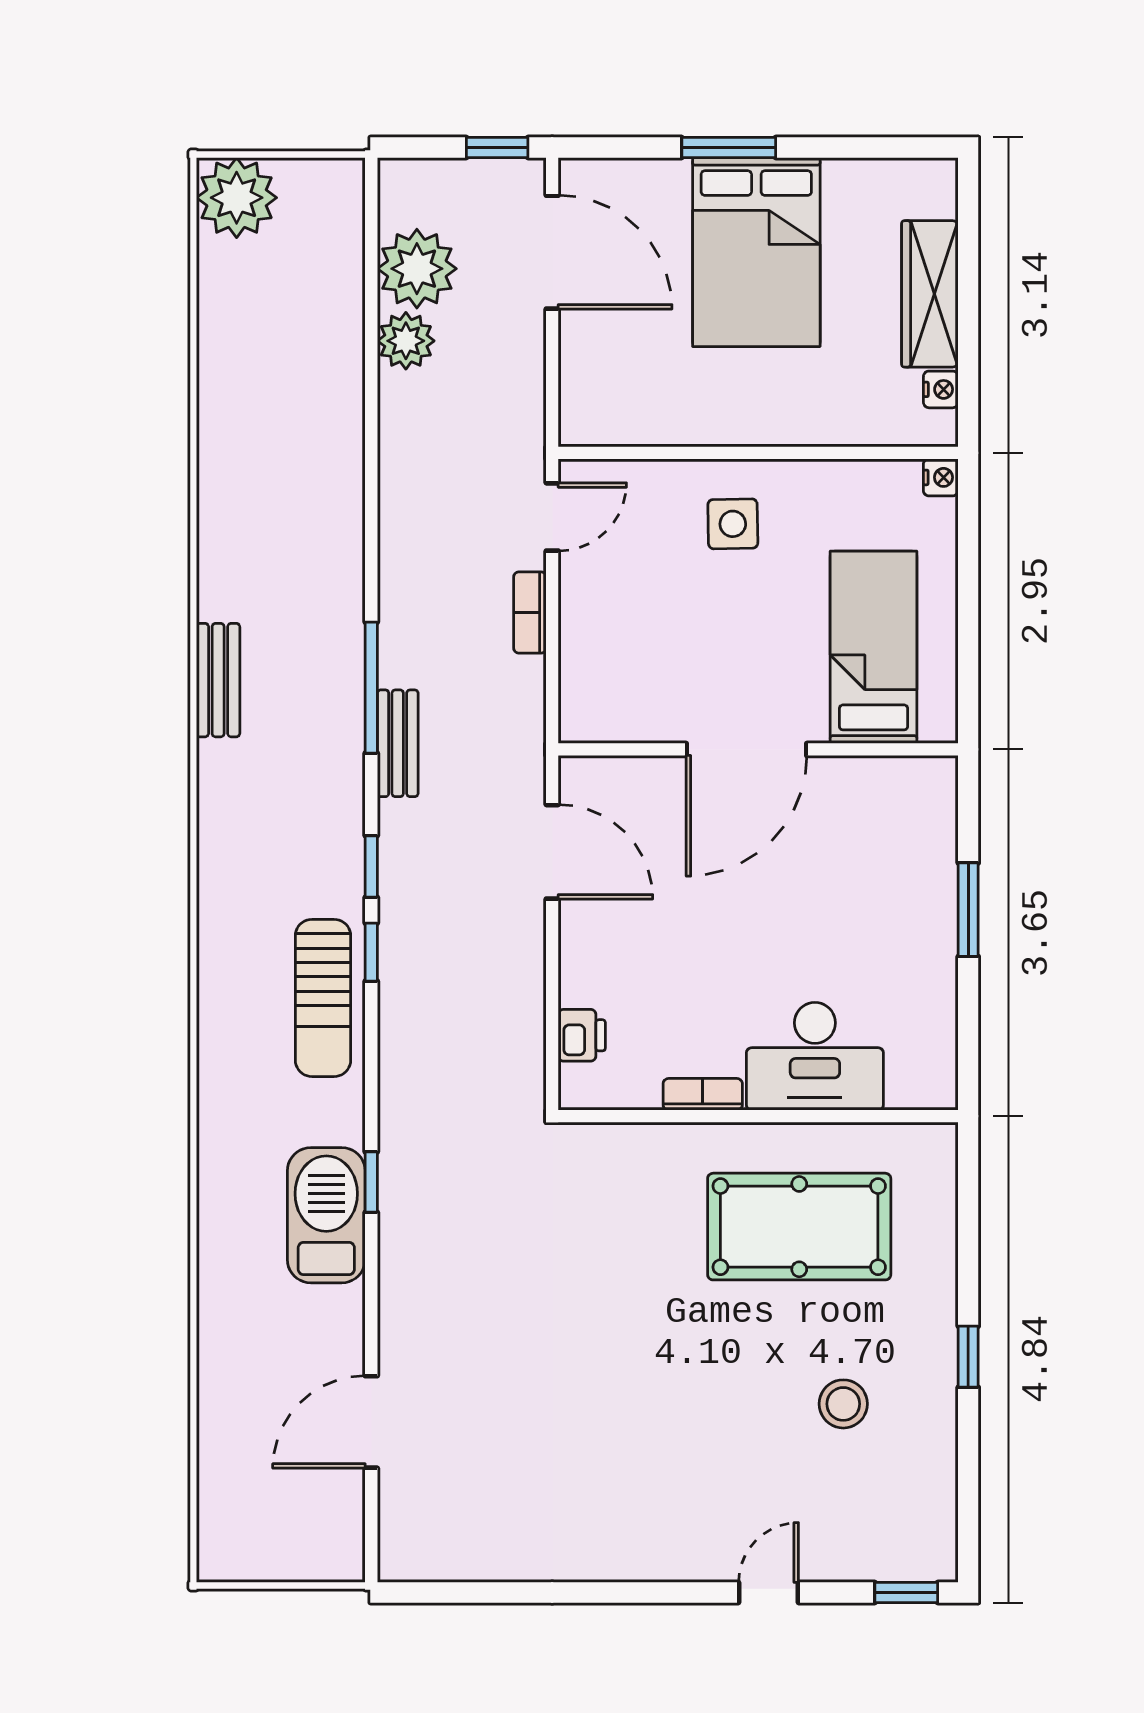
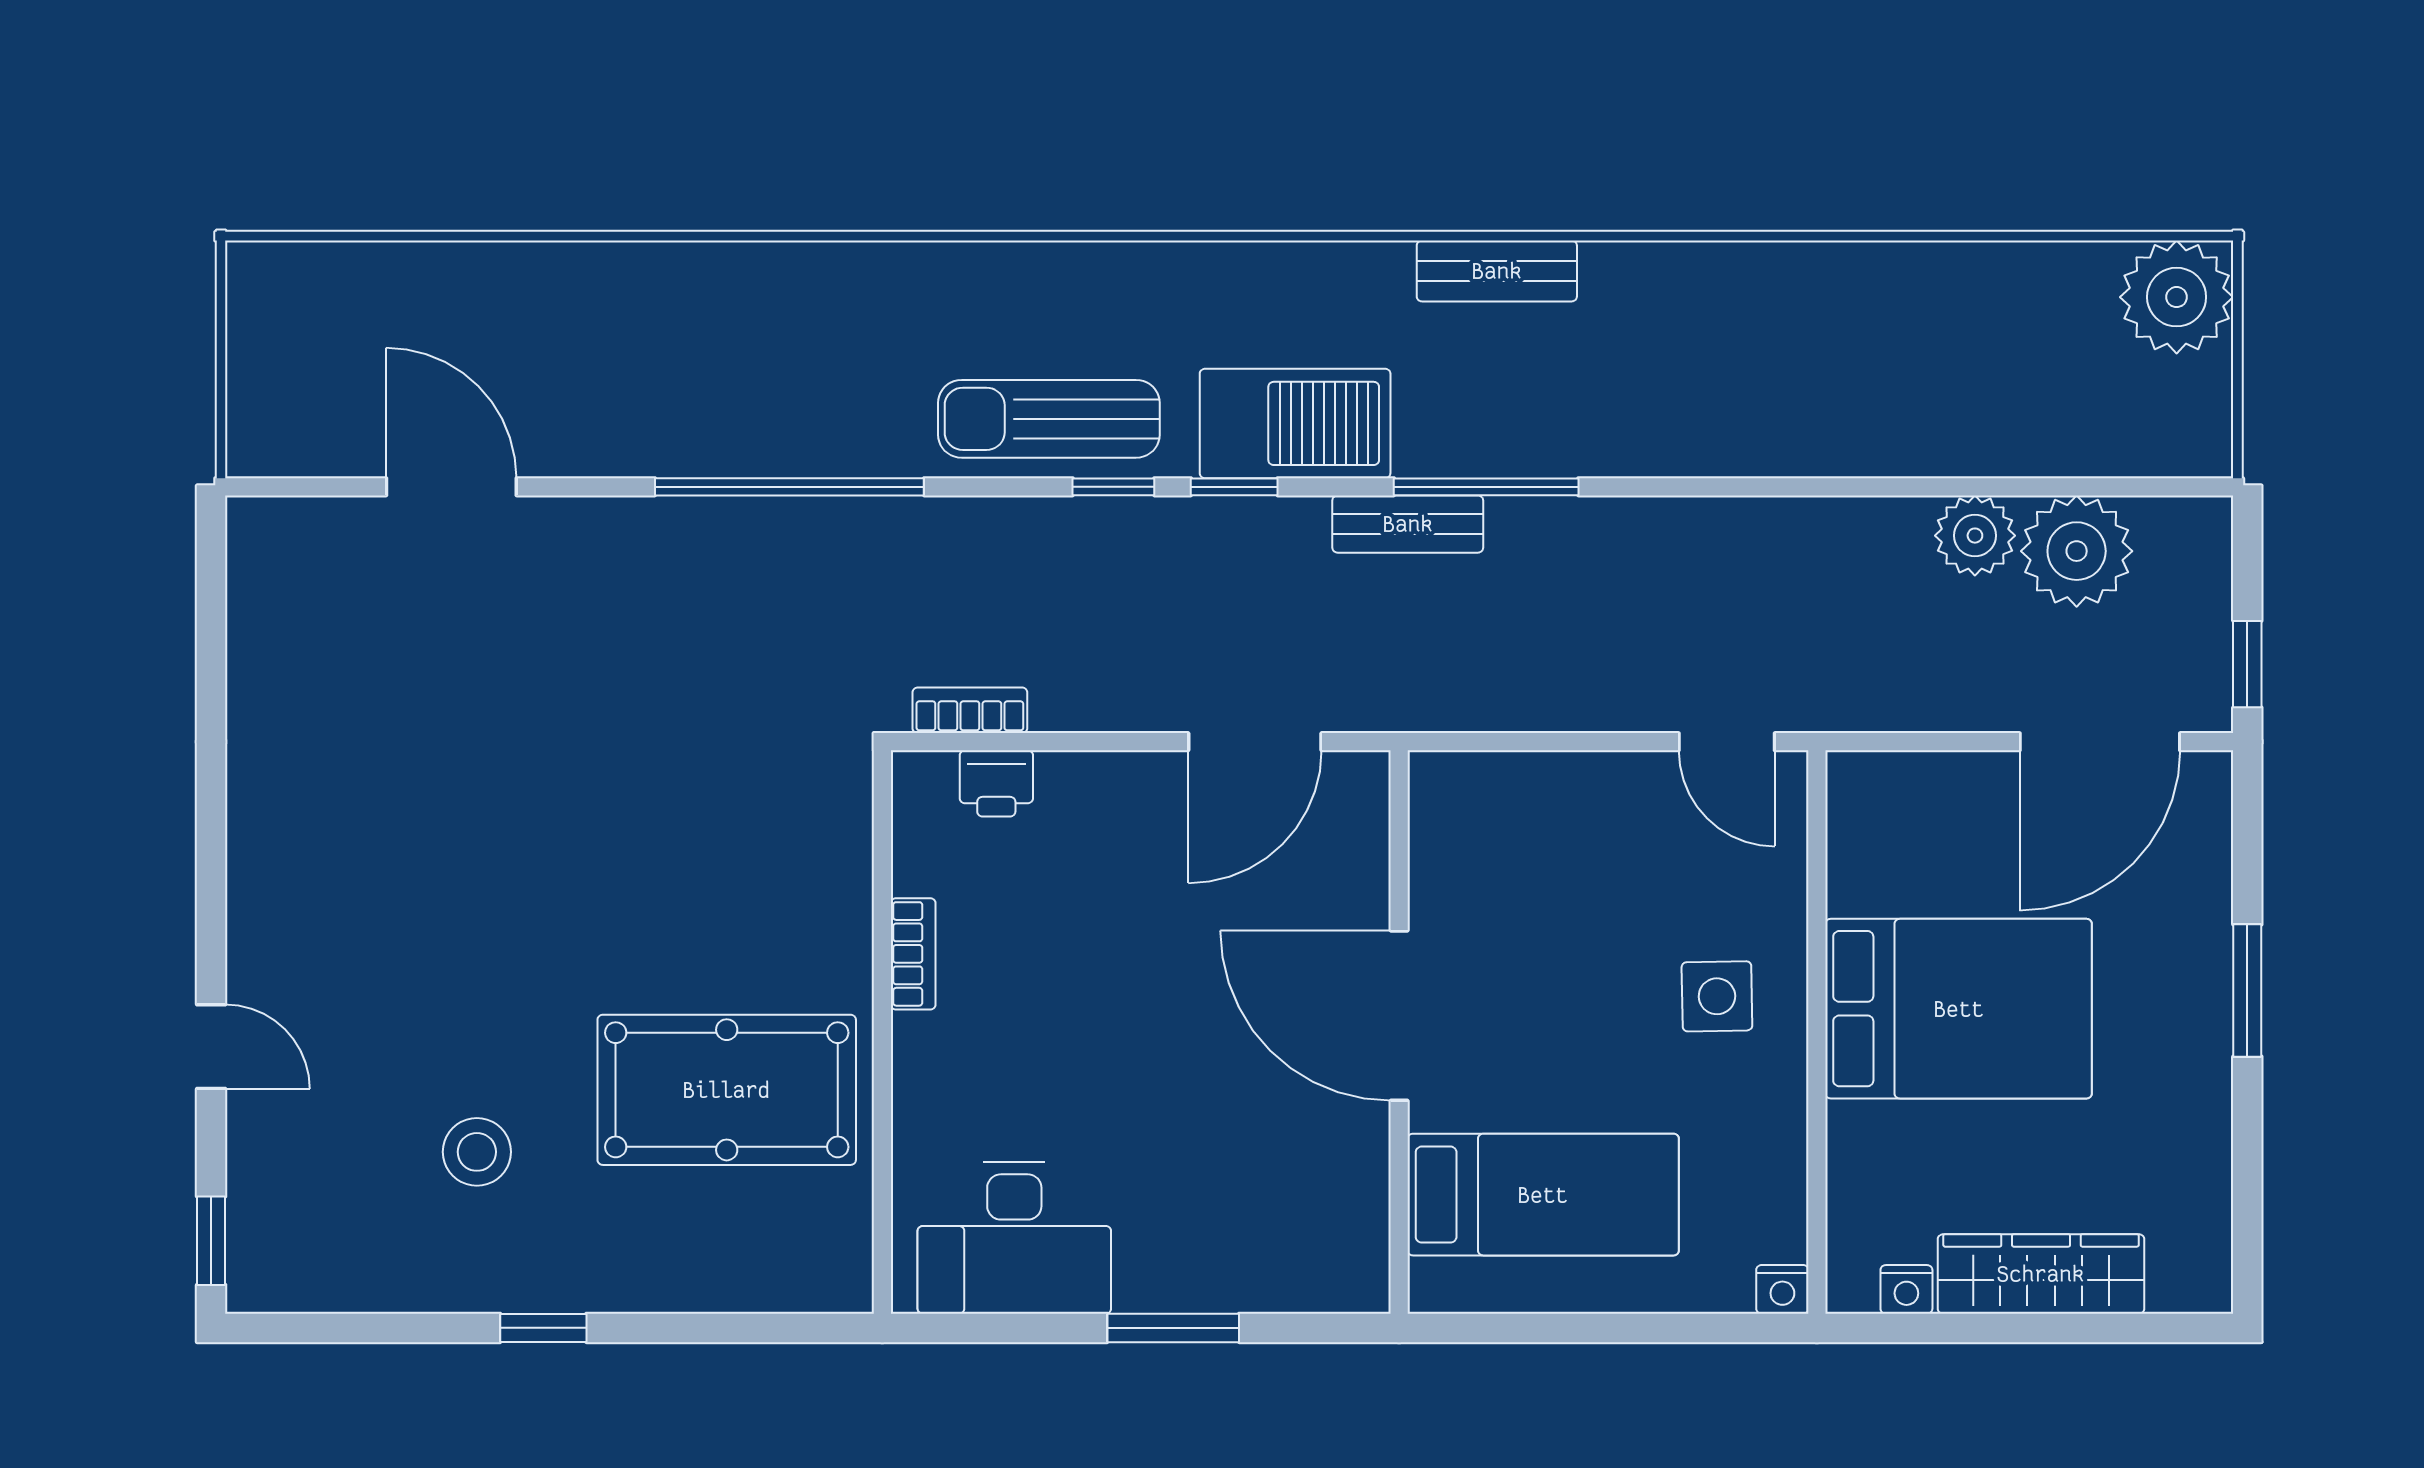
bed: (756, 252) -> (1959, 1009), moved, turned 180
bookcase: (530, 612) -> (970, 710), moved
desk: (815, 1056) -> (1014, 1238), moved, turned -90
window: (371, 1182) -> (789, 487), width x3.17
barbecue: (326, 1215) -> (1295, 423), moved
pool table: (799, 1227) -> (727, 1090), turned 90

